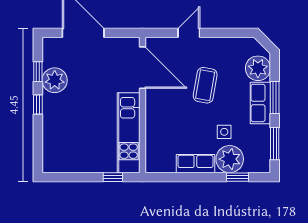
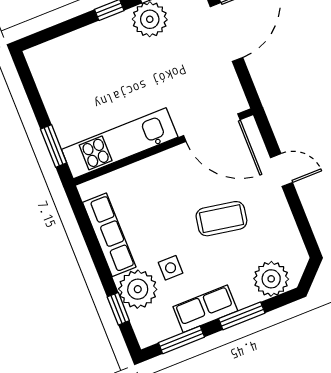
door: (143, 68) -> (212, 128), hinge flipped
row of seats: (260, 103) -> (205, 309), moved
row of seats: (195, 164) -> (109, 235), width x1.48
window: (113, 177) -> (54, 146), width x1.50

